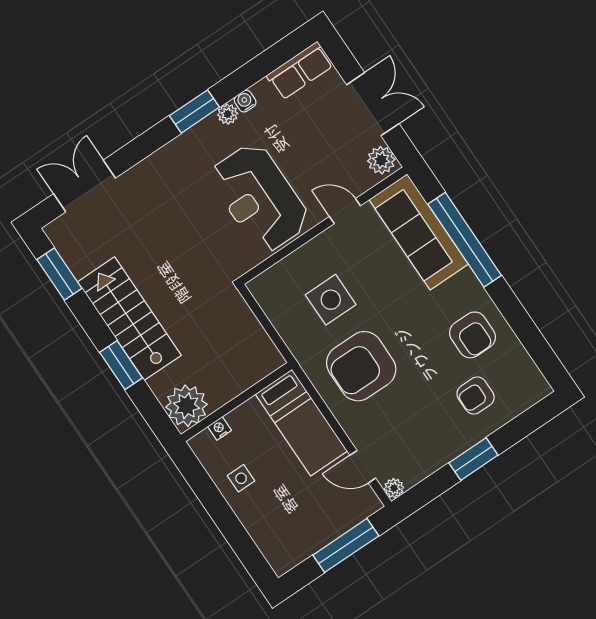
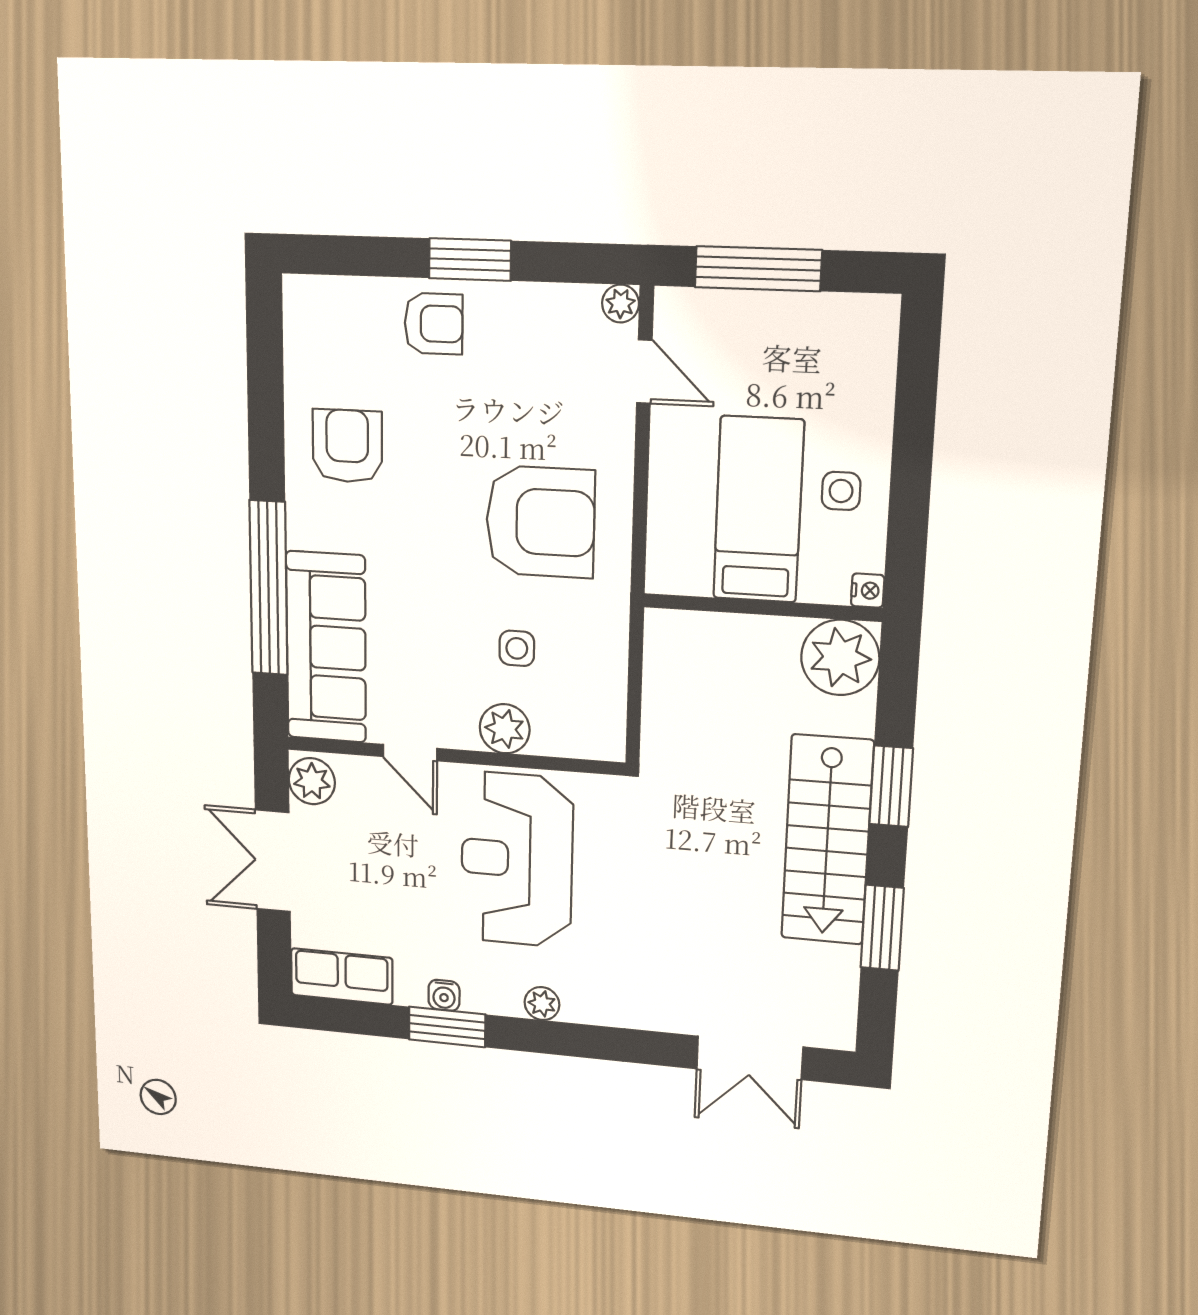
window: (194, 111) -> (447, 1027), moved
plant: (228, 114) -> (542, 1004), moved
reception desk: (259, 198) -> (517, 860), turned 180
plant: (310, 257) -> (505, 729), added
window: (59, 274) -> (882, 928), moved
side table: (331, 300) -> (517, 648), width x0.54, depth x0.54
armchair: (476, 395) -> (434, 324), moved
bed: (301, 423) -> (758, 510), moved
nightstand: (219, 428) -> (868, 591), moved, turned -90

